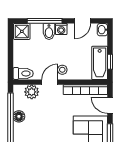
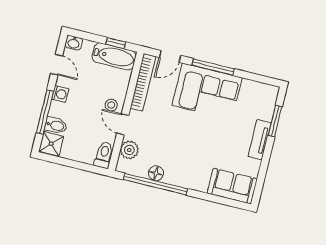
bidet: (49, 32) -> (56, 125), moved

